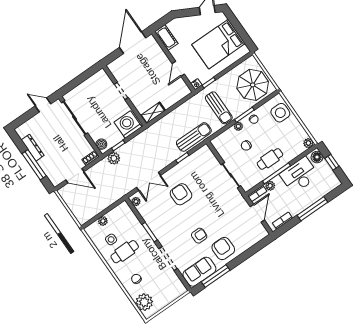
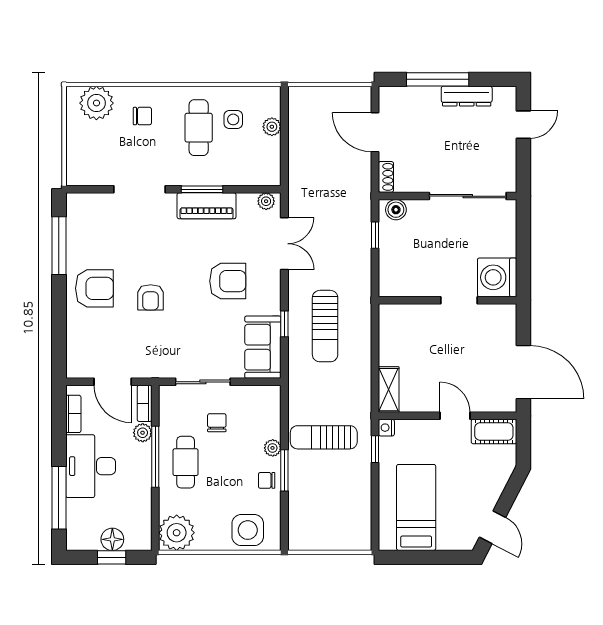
bed: (218, 44) -> (416, 507), width x0.67
door: (178, 69) -> (455, 416), moved
parasol: (253, 85) -> (323, 517), removed
door: (43, 105) -> (523, 125), moved
shelving: (153, 113) -> (389, 390), moved
washing machine: (128, 125) -> (497, 277), moved, turned 180
sun lounger: (194, 137) -> (325, 326), moved
plant: (308, 143) -> (177, 533), width x1.87, depth x1.87
chair: (246, 146) -> (217, 423), moved
floor lamp: (317, 157) -> (112, 539), moved
plant: (114, 158) -> (360, 214), removed
desk: (299, 175) -> (91, 466), moved, turned 180
door: (75, 176) -> (375, 132), hinge flipped
double door: (148, 181) -> (284, 244), swing flipped
window: (312, 209) -> (59, 498), moved
piano: (155, 225) -> (207, 206), added
armchair: (199, 236) -> (151, 297), moved
sofa: (199, 272) -> (263, 347), moved, turned 180

